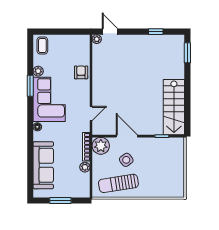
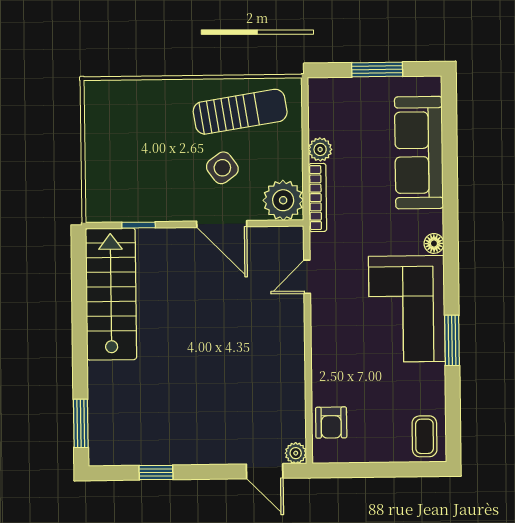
plant: (38, 71) -> (434, 376), removed
armchair: (81, 72) -> (331, 423), moved

